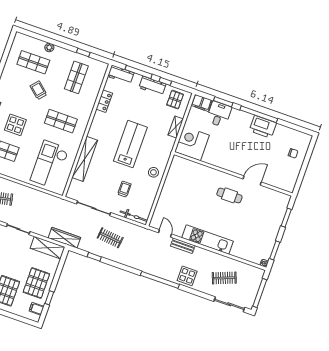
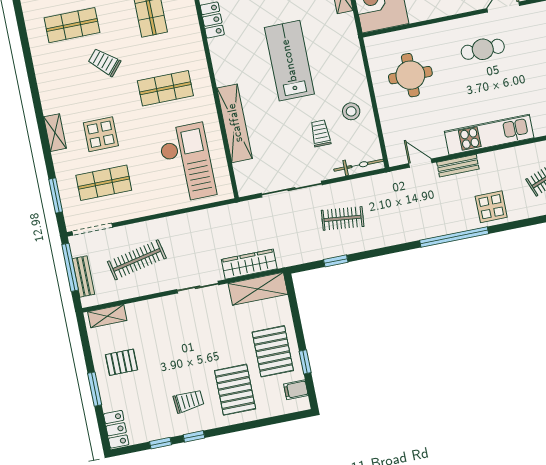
checkout: (50, 164) -> (187, 163), turned 180
stool: (153, 172) -> (351, 111), moved
round table: (186, 187) -> (410, 75), added
wardrobe: (64, 238) -> (249, 264), moved

